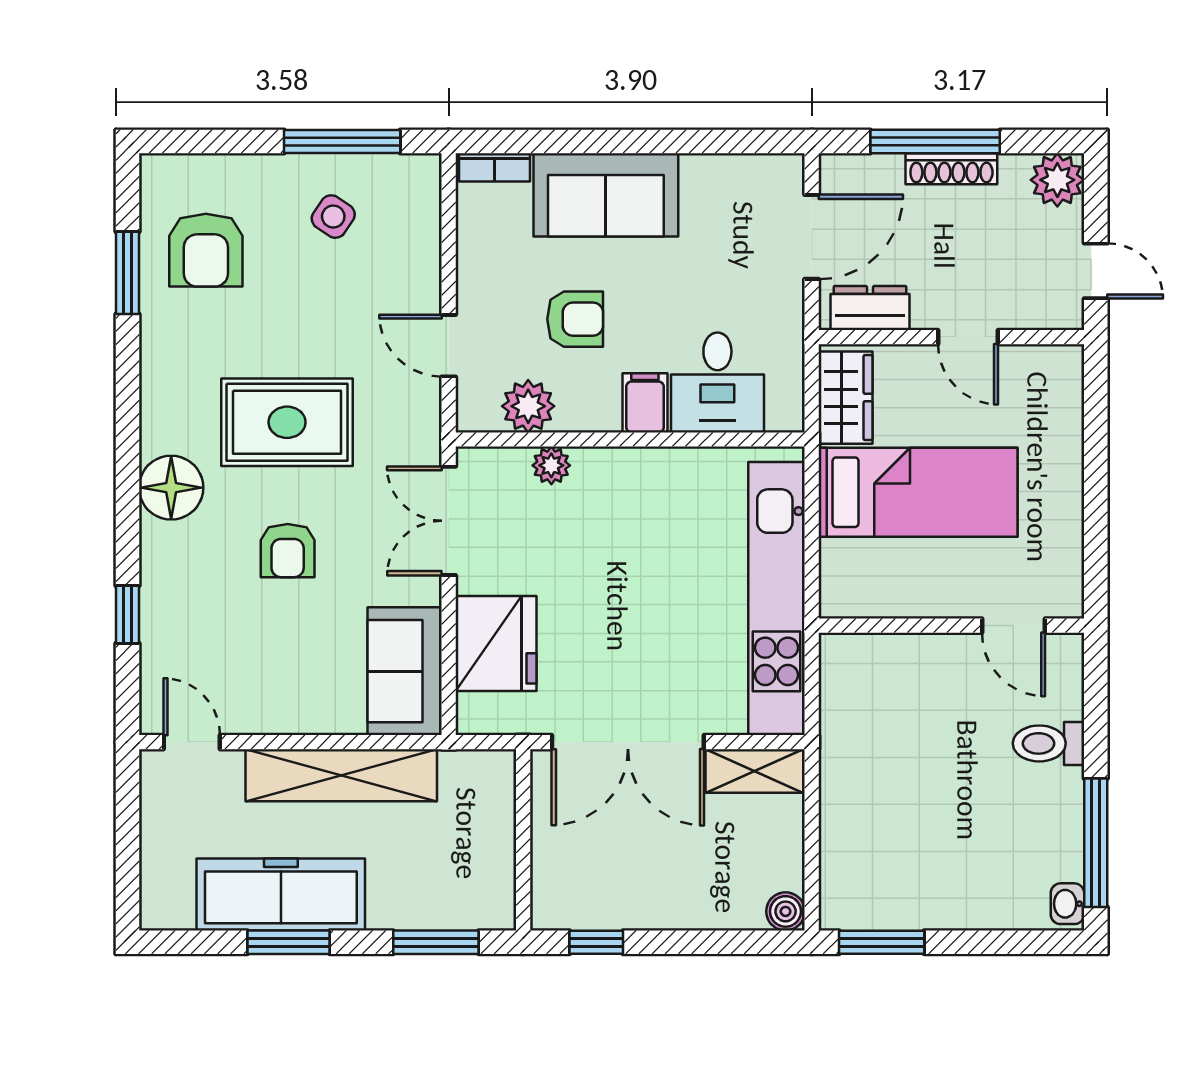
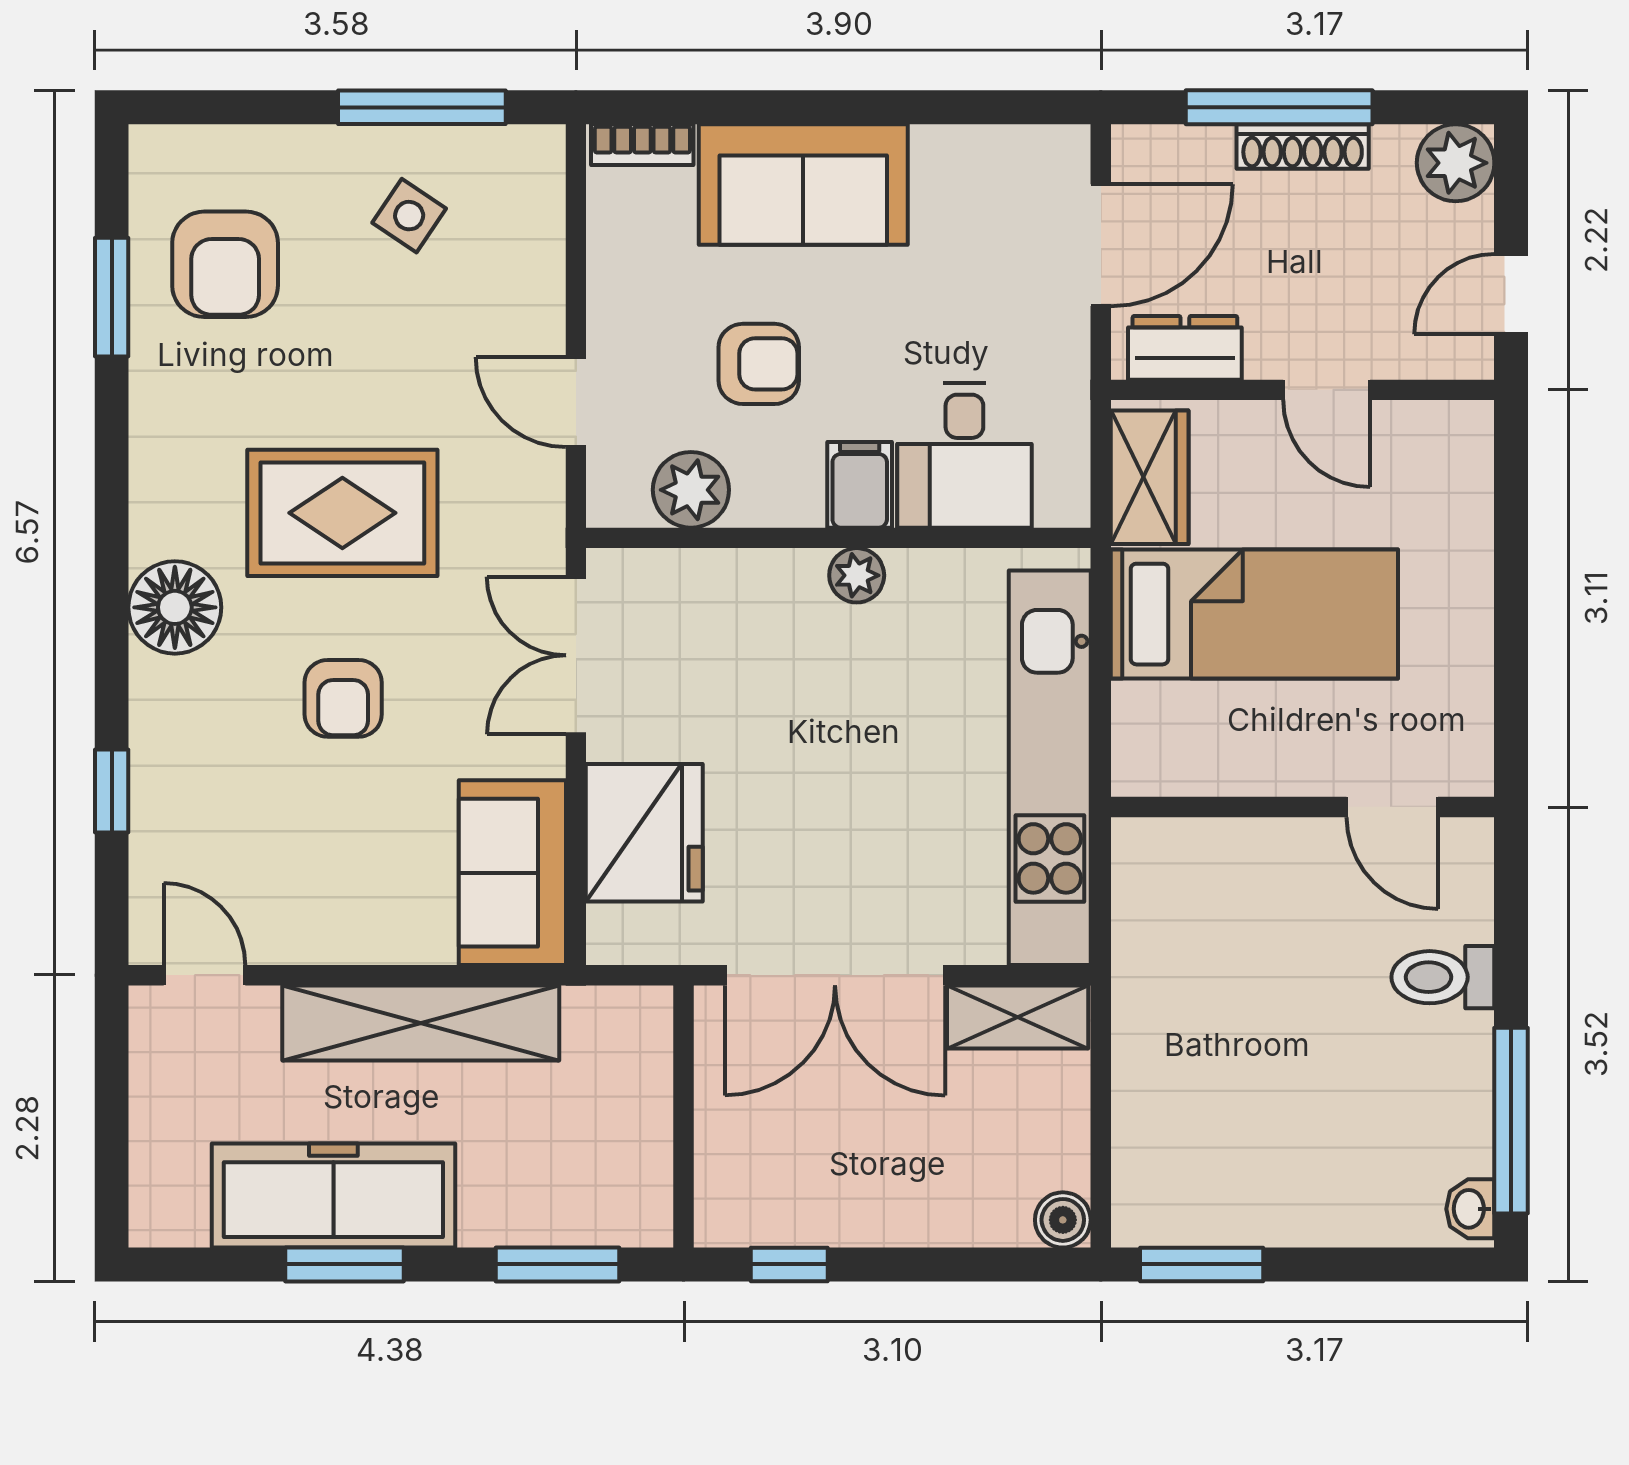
door: (1096, 271) -> (1511, 294), swing flipped
plant: (551, 465) -> (857, 575), moved

